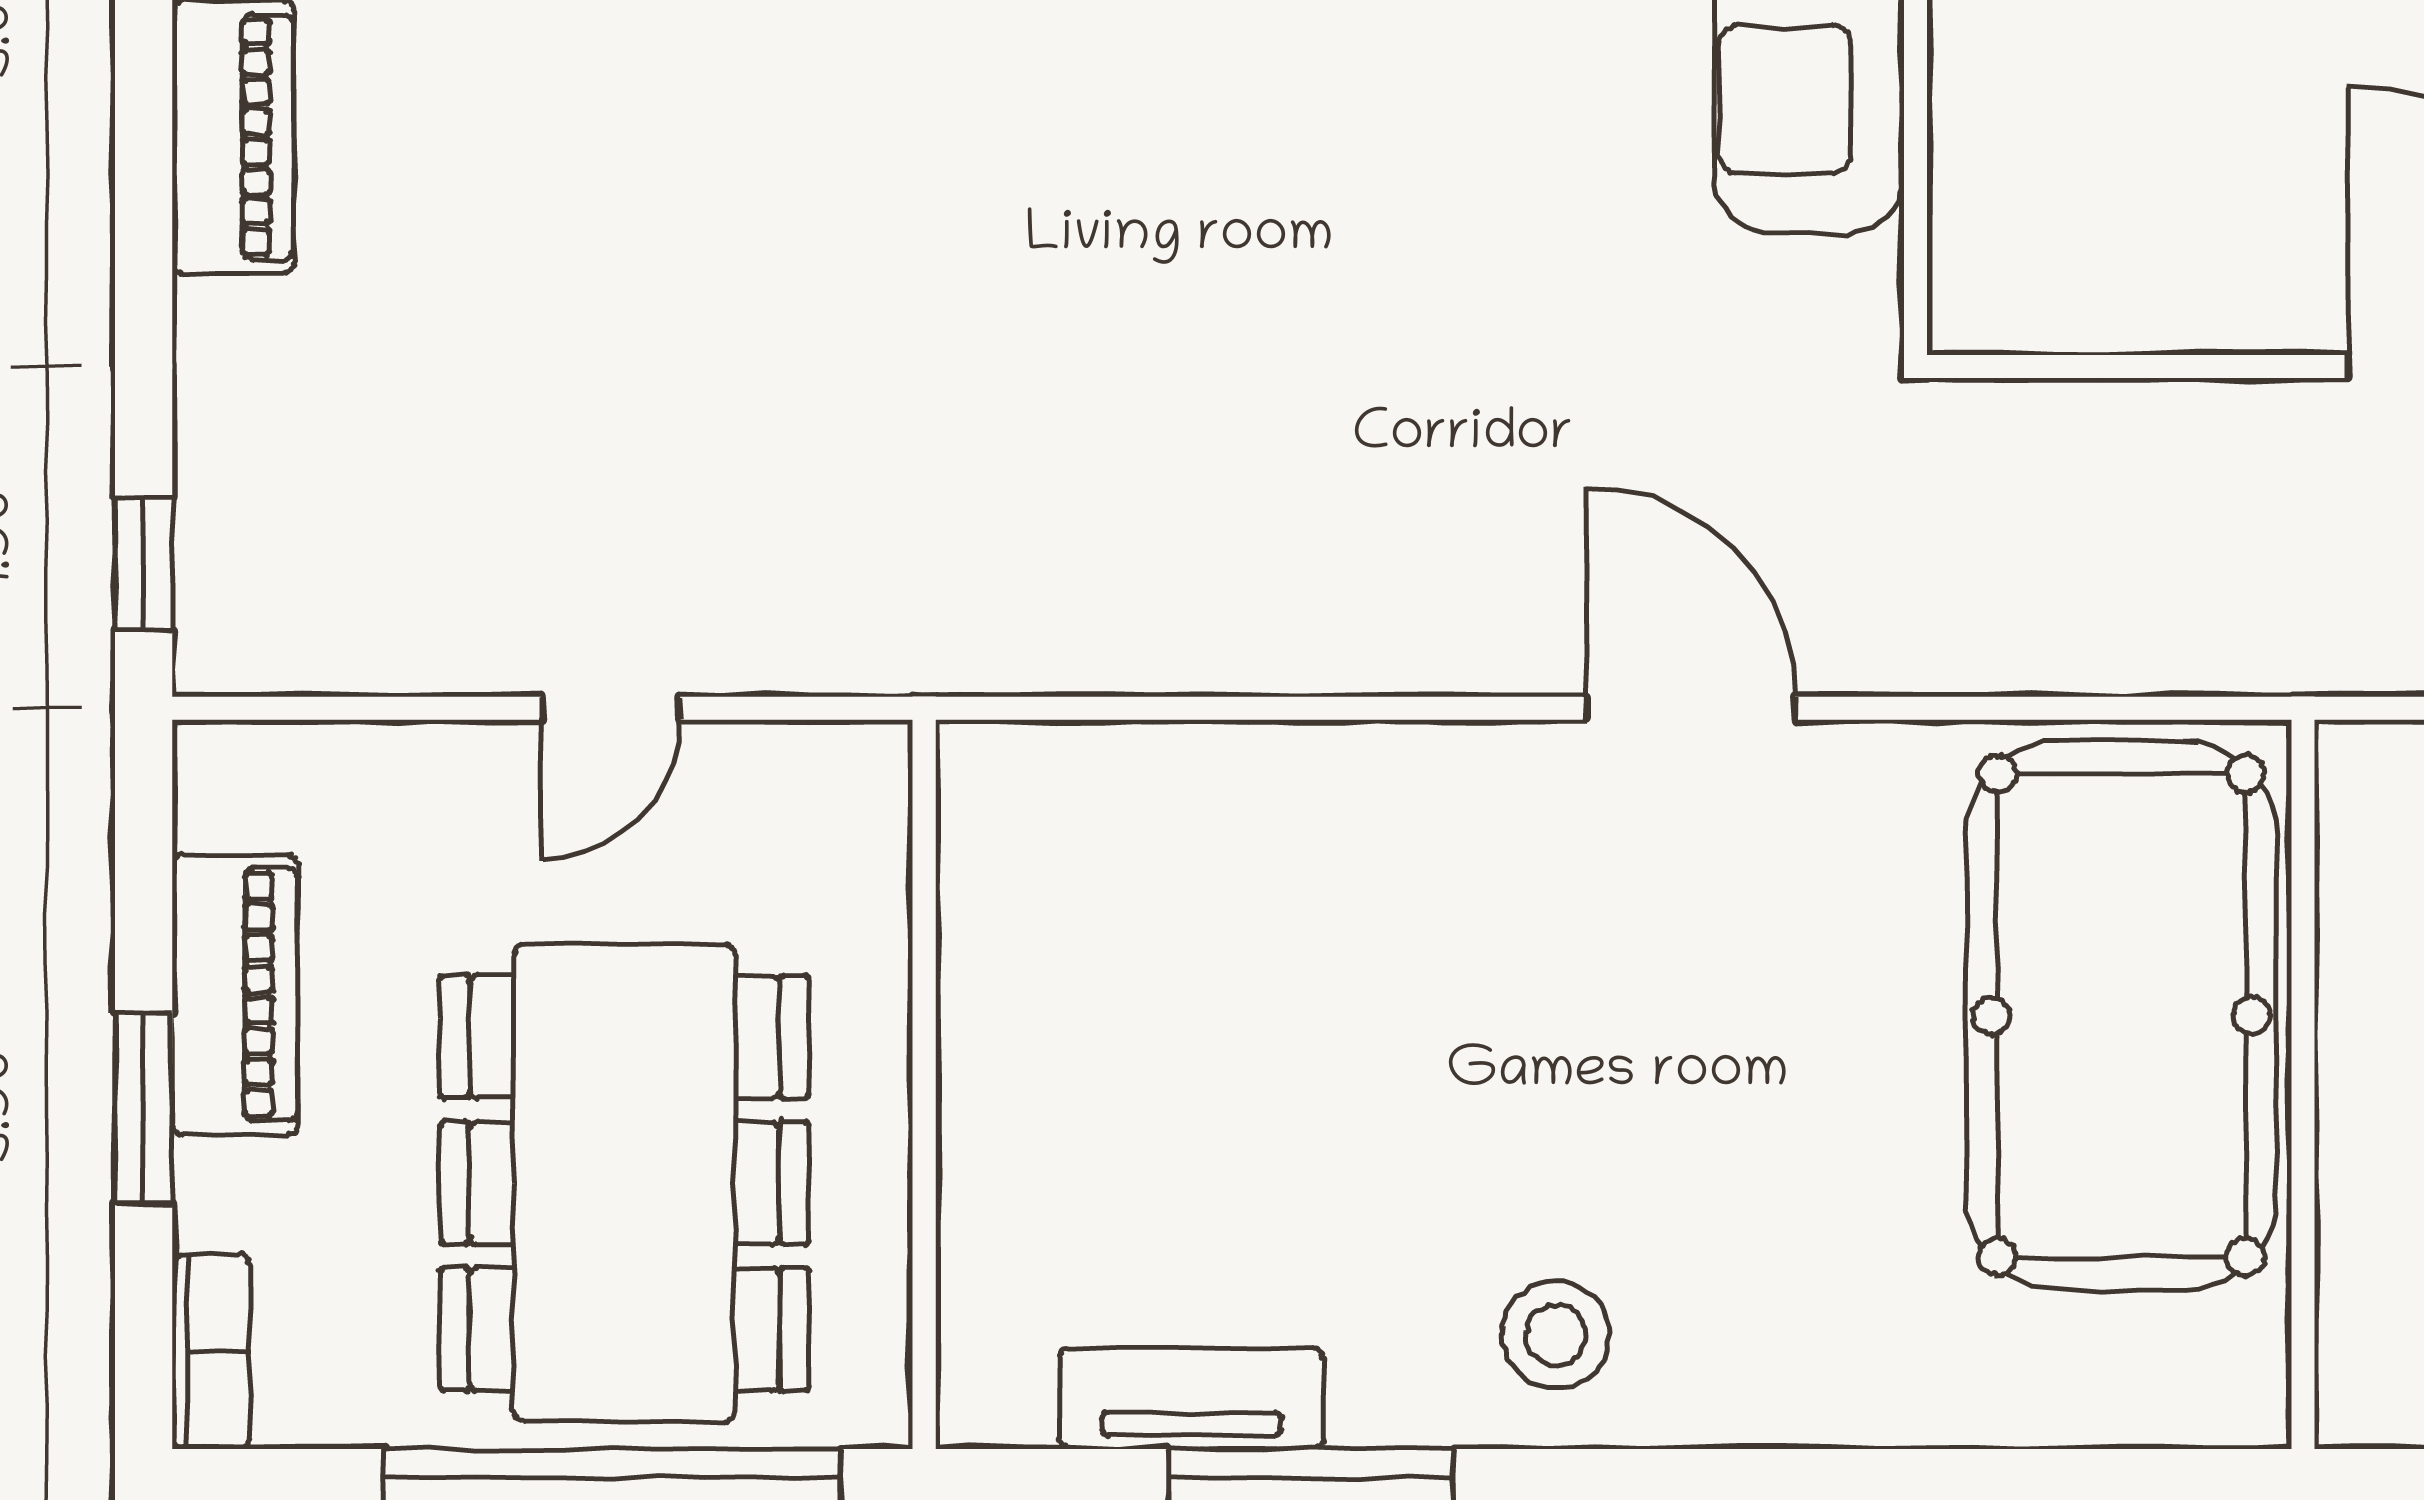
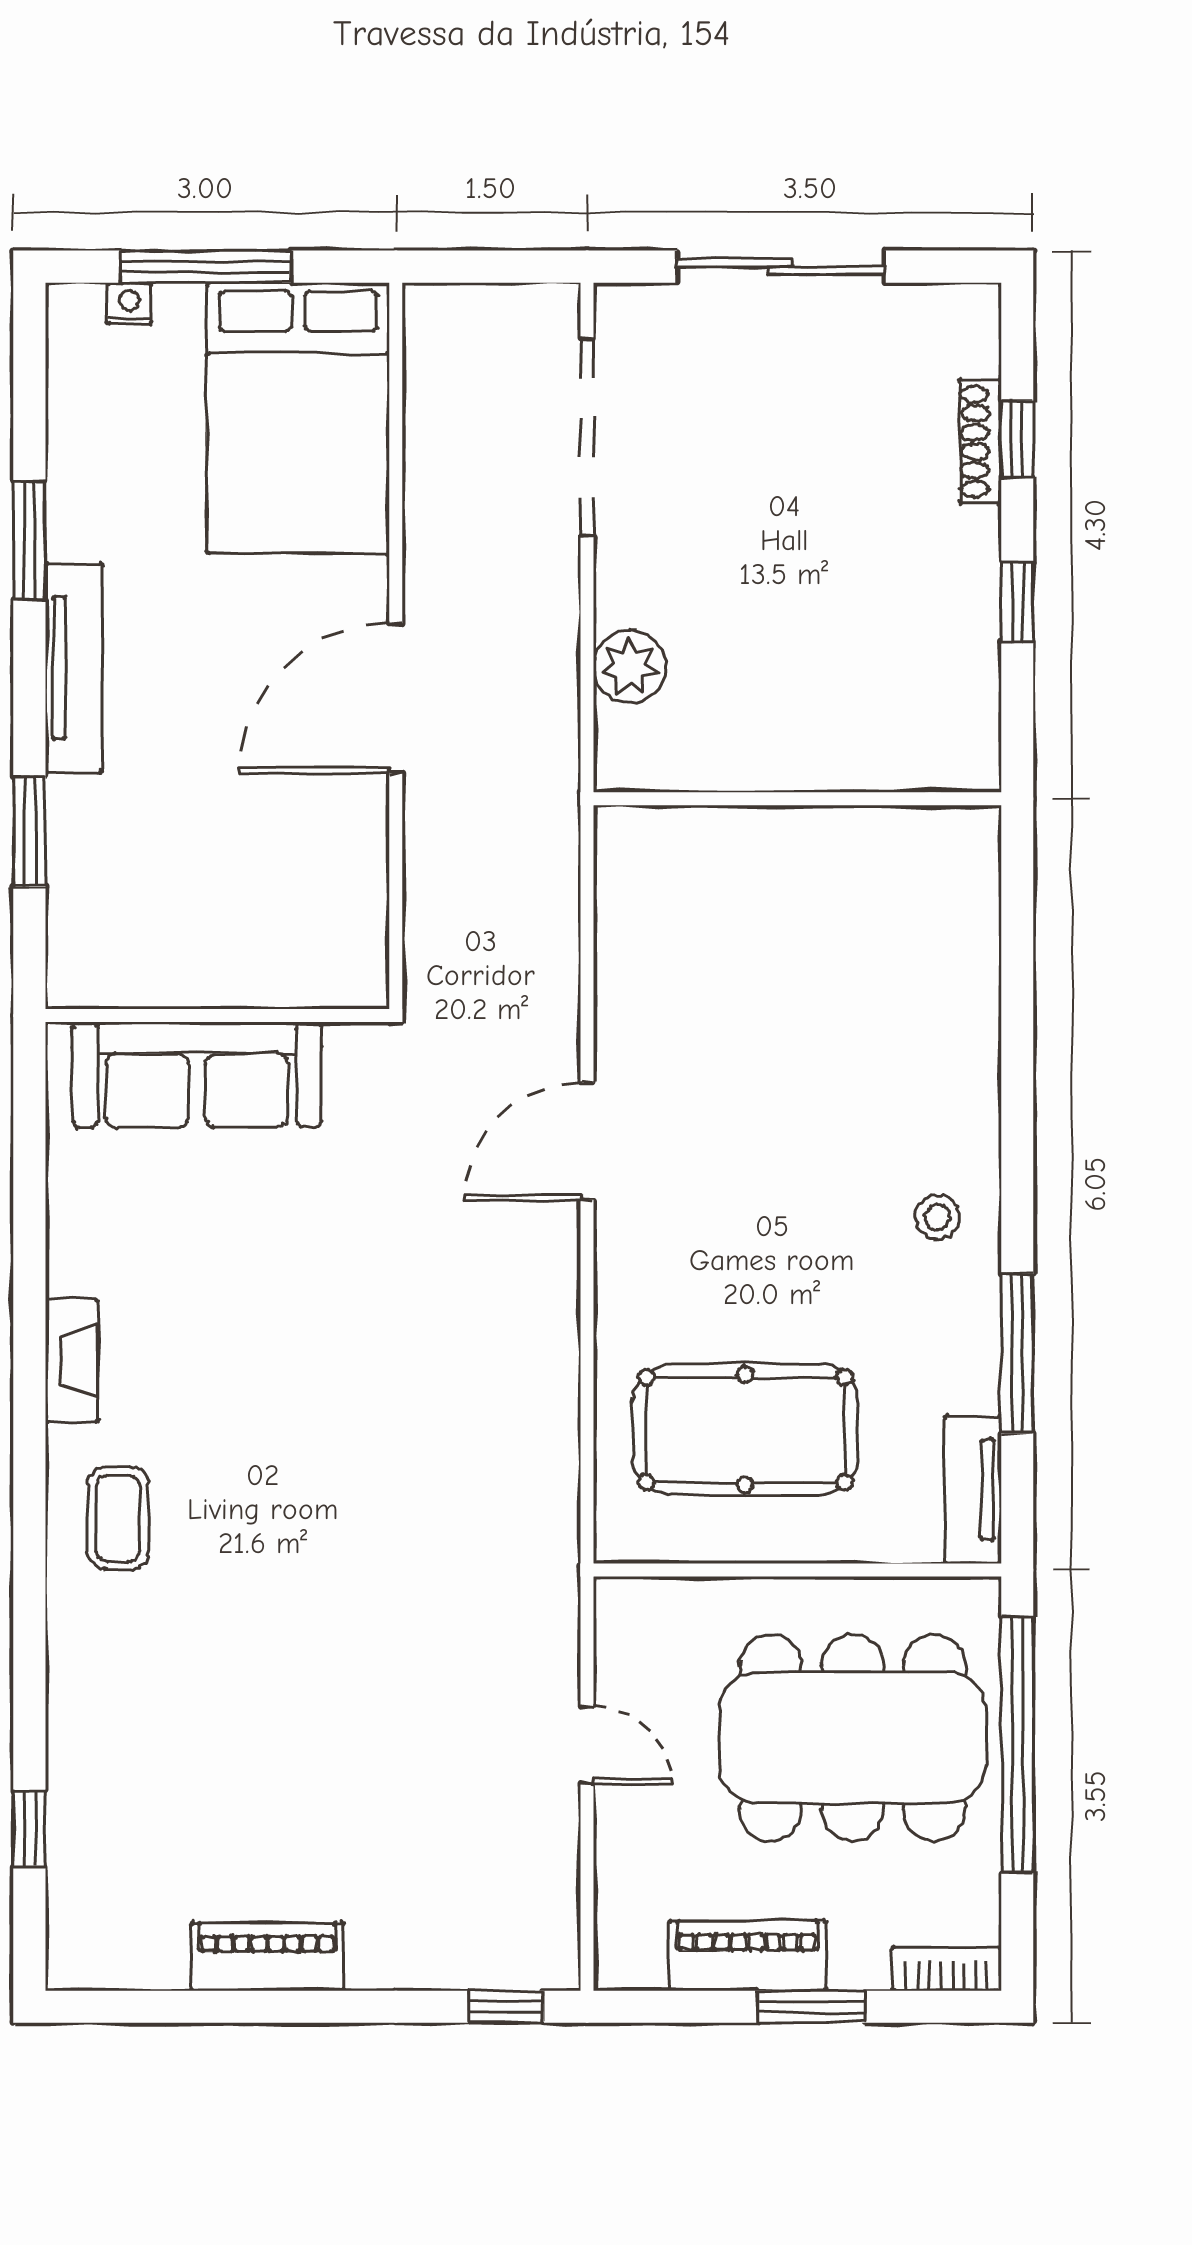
pool table: (2122, 1015) -> (745, 1430), moved, width x0.73, depth x0.76
stool: (1555, 1335) -> (937, 1217), width x0.73, depth x0.73
tv unit: (1191, 1399) -> (973, 1490), moved

